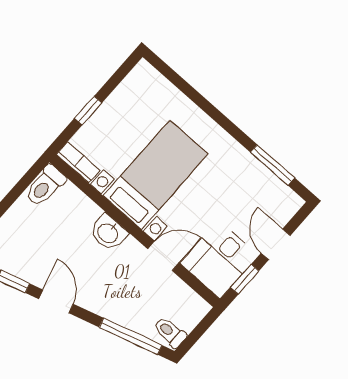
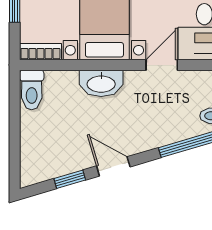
washbasin: (108, 233) -> (101, 83), width x1.38

